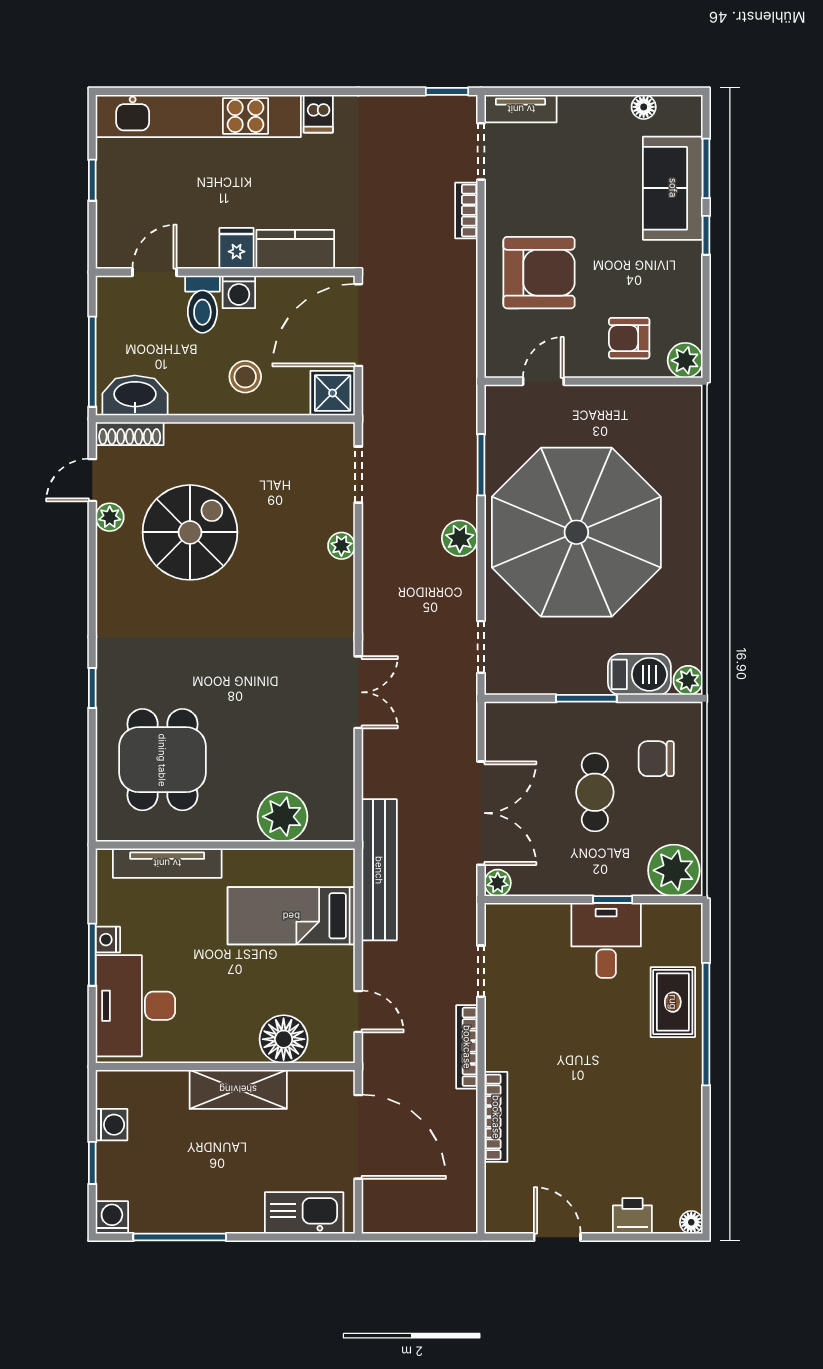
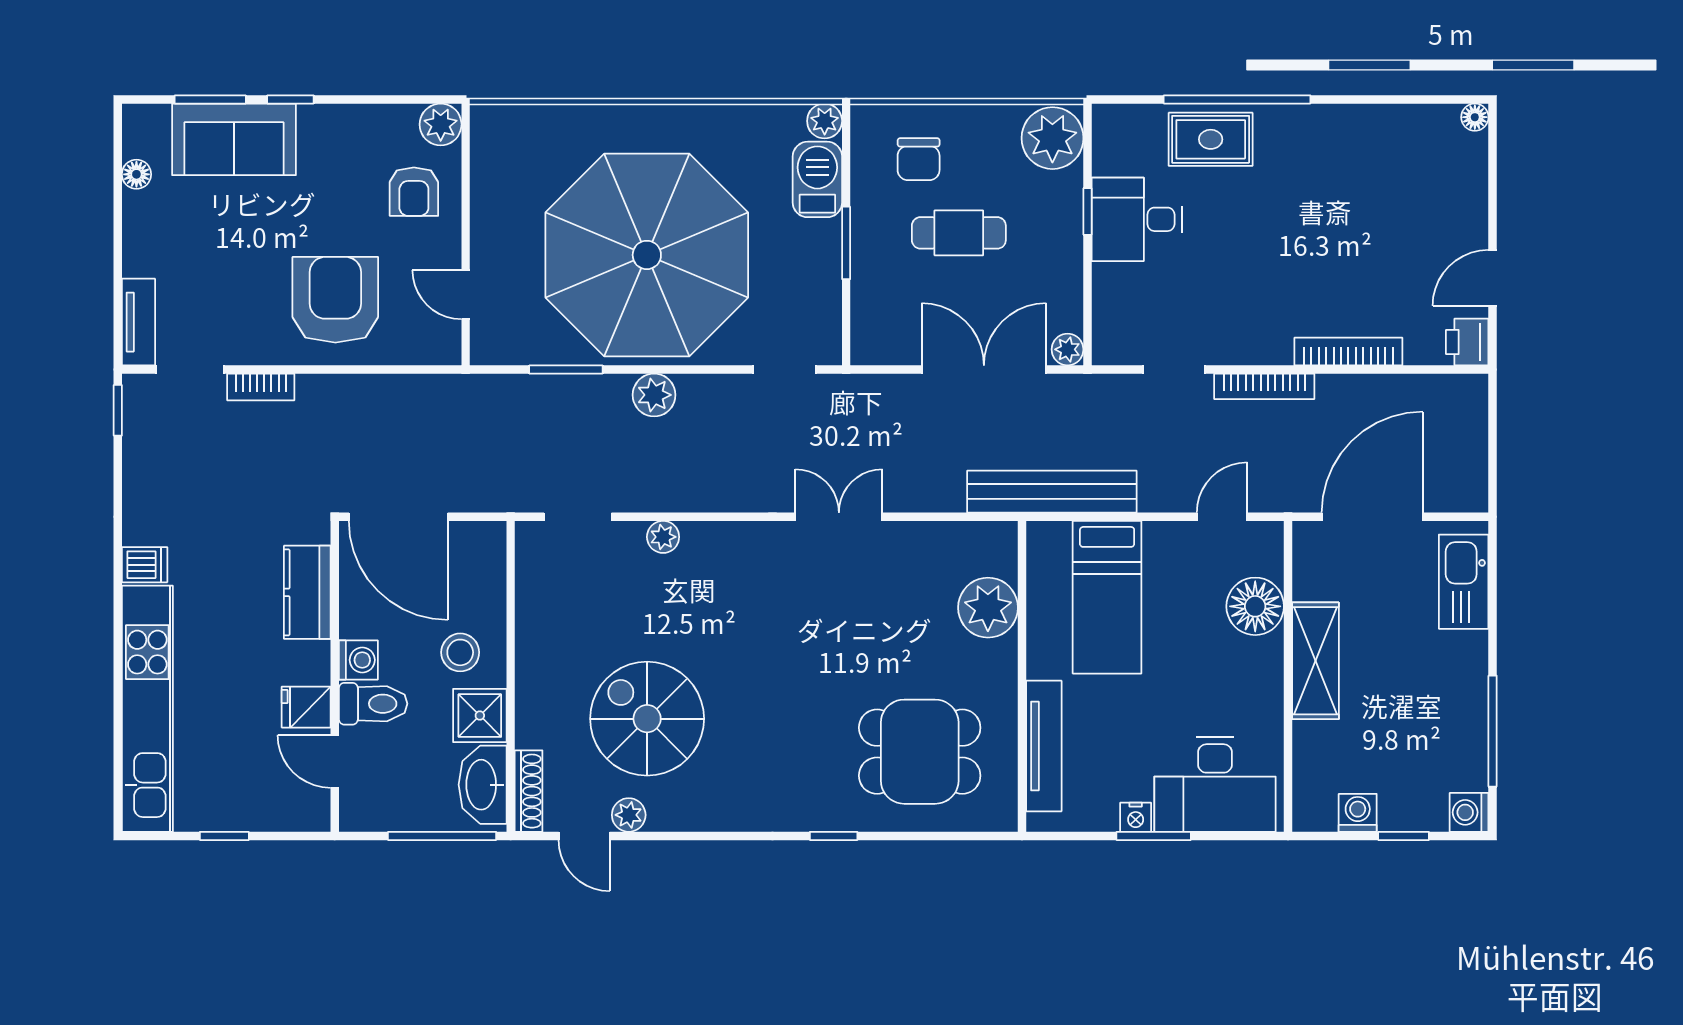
fridge: (237, 248) -> (306, 707), moved
shower: (333, 393) -> (480, 716), moved
printer: (632, 1216) -> (1467, 342), moved

